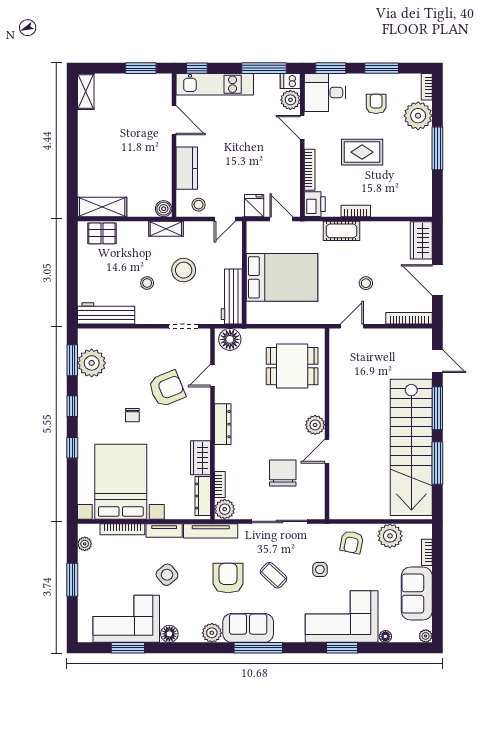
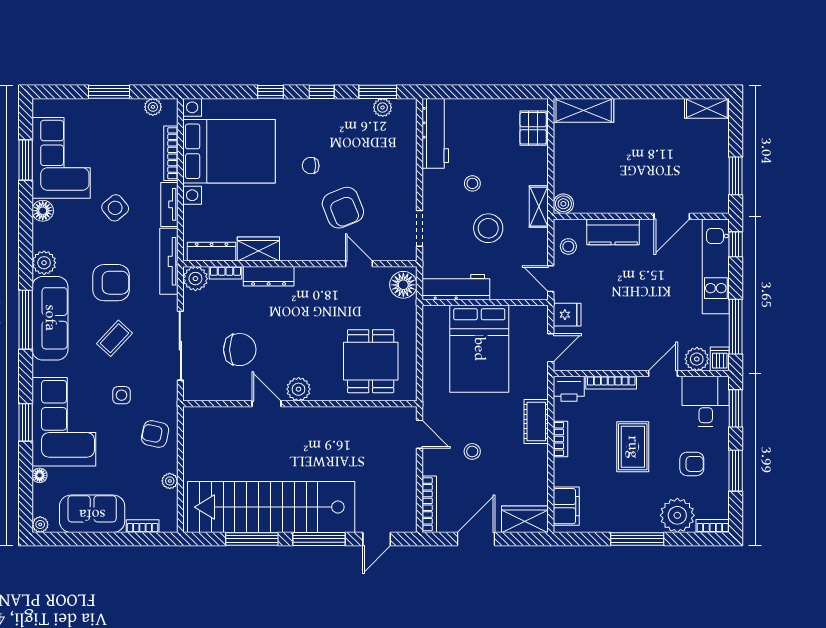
filing cabinet: (411, 206) -> (566, 506), added
shelving: (102, 207) -> (584, 110), moved, turned 90
plant: (92, 363) -> (383, 108), width x0.53, depth x0.53
dresser: (223, 424) -> (269, 276), moved
plant: (390, 536) -> (170, 481), width x0.53, depth x0.53
sofa: (248, 628) -> (50, 318), width x1.36

